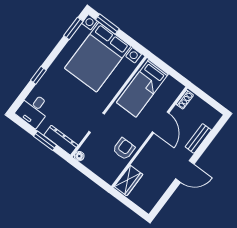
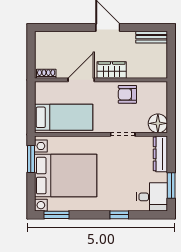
window: (107, 24) -> (31, 159), moved
bench: (198, 138) -> (152, 37), moved
window: (45, 141) -> (171, 185), moved
floor lamp: (79, 156) -> (158, 123), width x1.89, depth x1.89
wardrobe: (129, 181) -> (112, 70), moved

